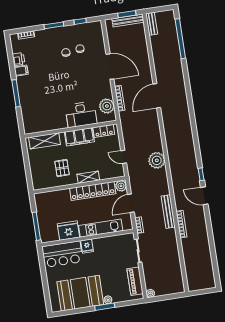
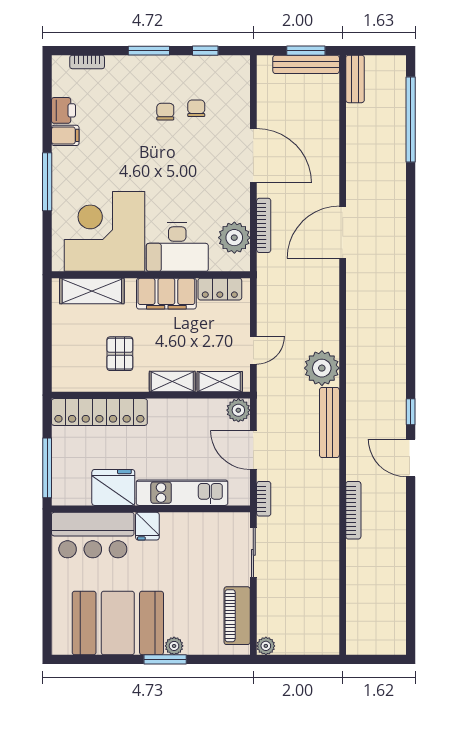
corner desk: (46, 112) -> (105, 231), added
door: (124, 157) -> (253, 350), swing flipped
shelving: (110, 174) -> (220, 382), added
locker: (93, 191) -> (99, 412), moved
door: (131, 203) -> (253, 450), hinge flipped
bench: (168, 212) -> (329, 422), moved

